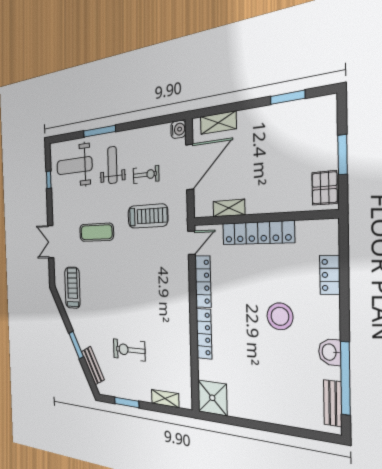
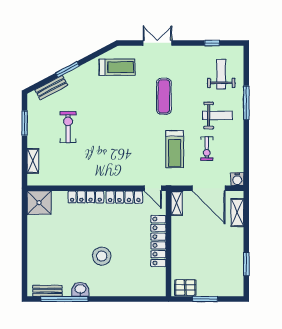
weight bench: (74, 166) -> (221, 74), width x0.73, depth x0.75
shelving: (229, 208) -> (177, 203), moved
locker: (330, 275) -> (130, 290), removed

